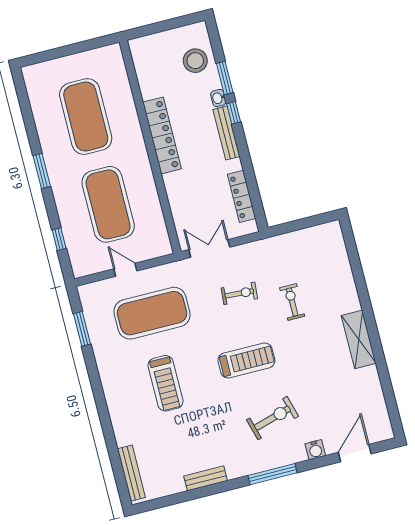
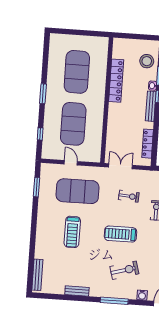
locker: (162, 135) -> (116, 81), moved
treadmill: (246, 360) -> (121, 234), turned 180

